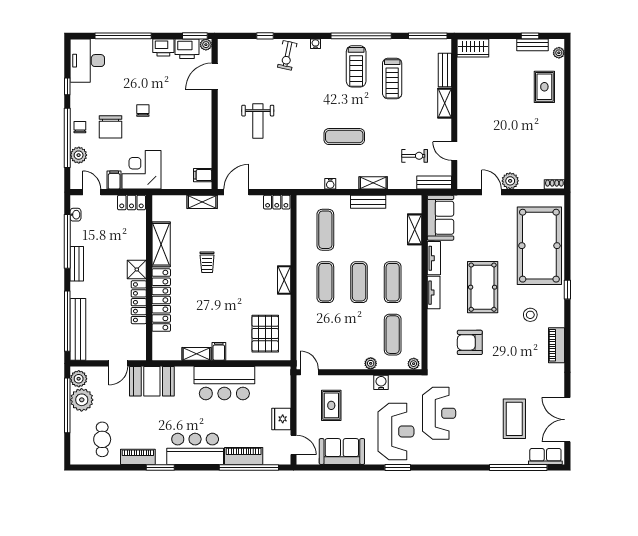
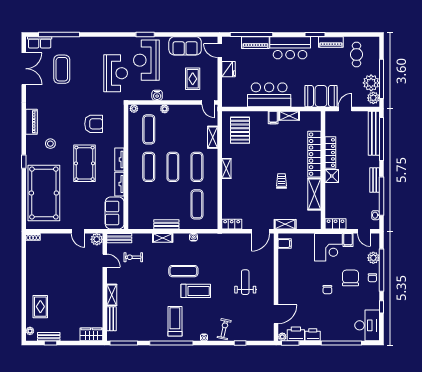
treadmill: (392, 78) -> (196, 291), moved, turned 90
plant: (510, 181) -> (97, 239), moved
shelving: (415, 229) -> (213, 137), moved
reception desk: (439, 413) -> (116, 73), turned 180

